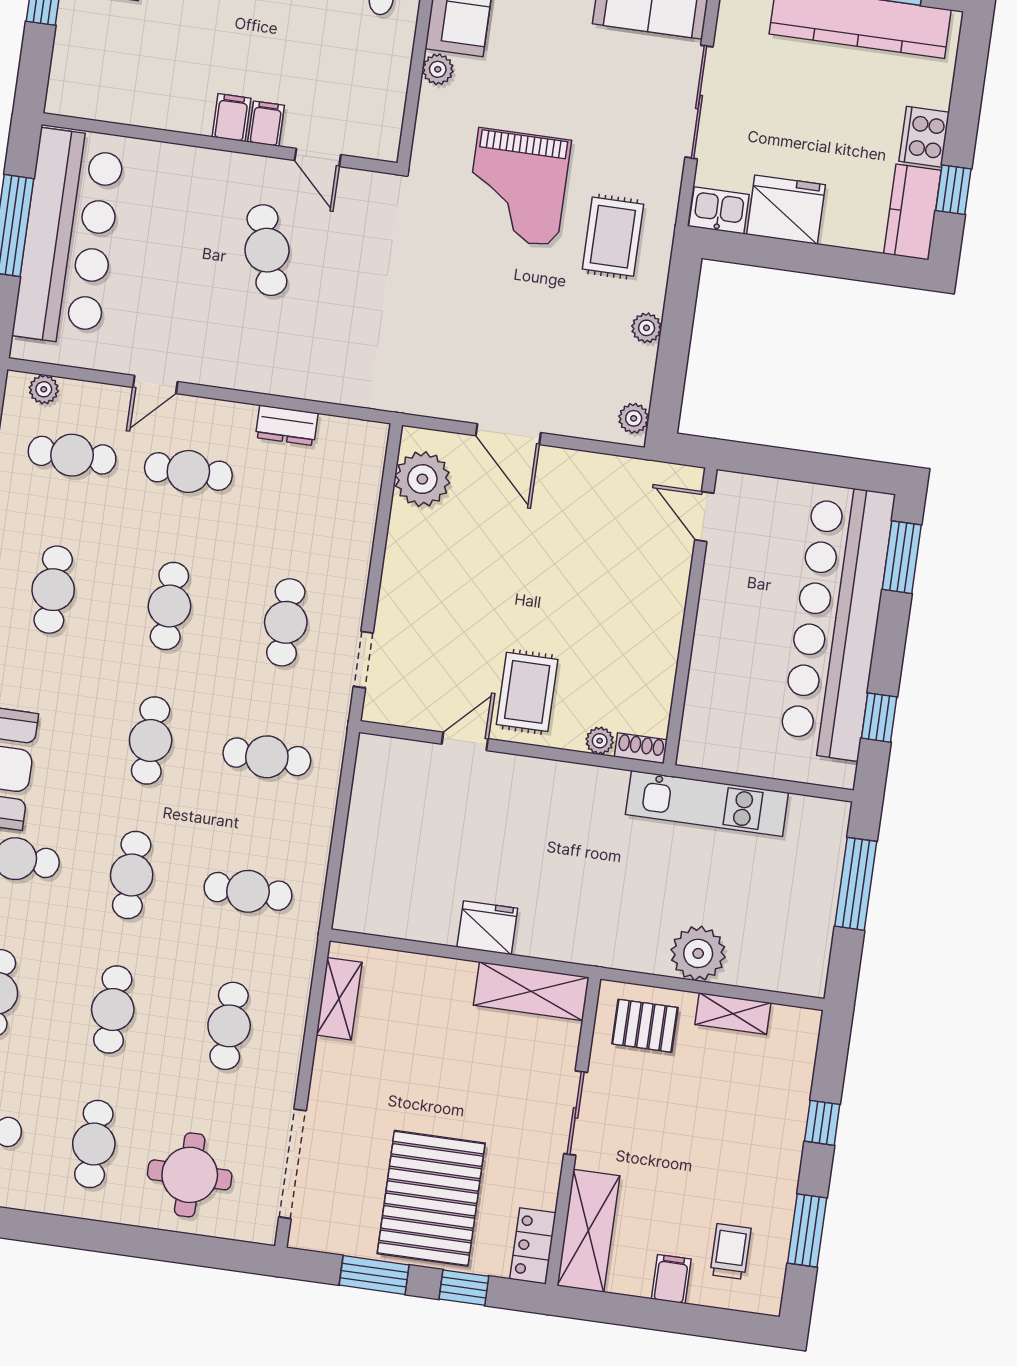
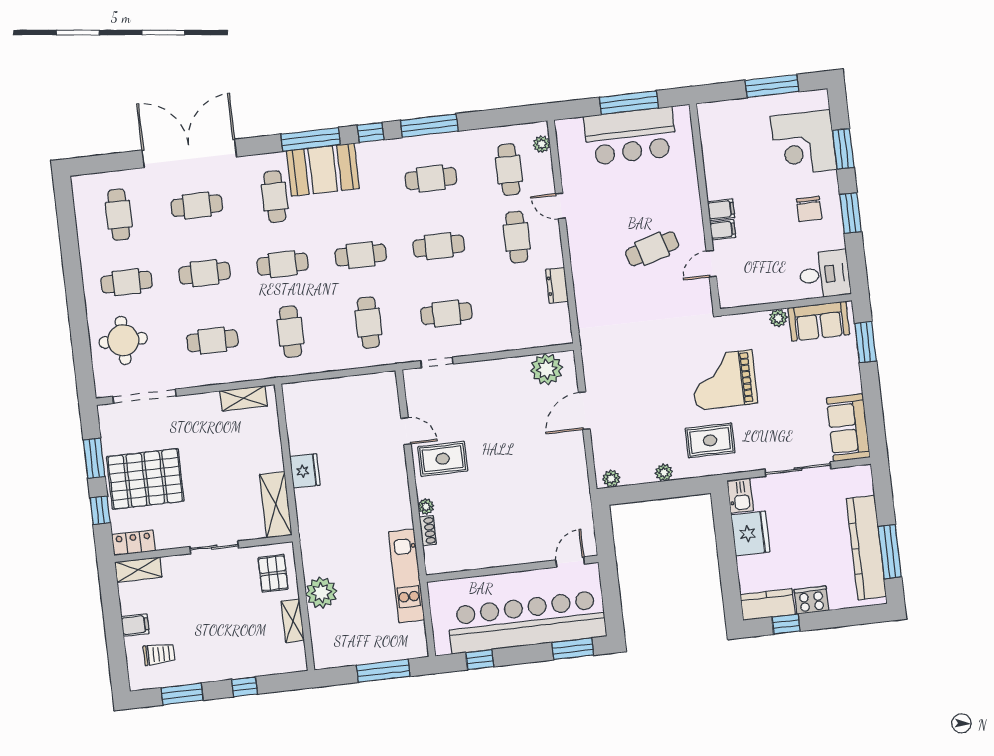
bar counter: (69, 237) -> (630, 136), width x0.73
door: (704, 517) -> (570, 562), moved
wall: (690, 616) -> (512, 569), moved
shelving: (588, 1231) -> (138, 570), width x0.67, depth x0.75

